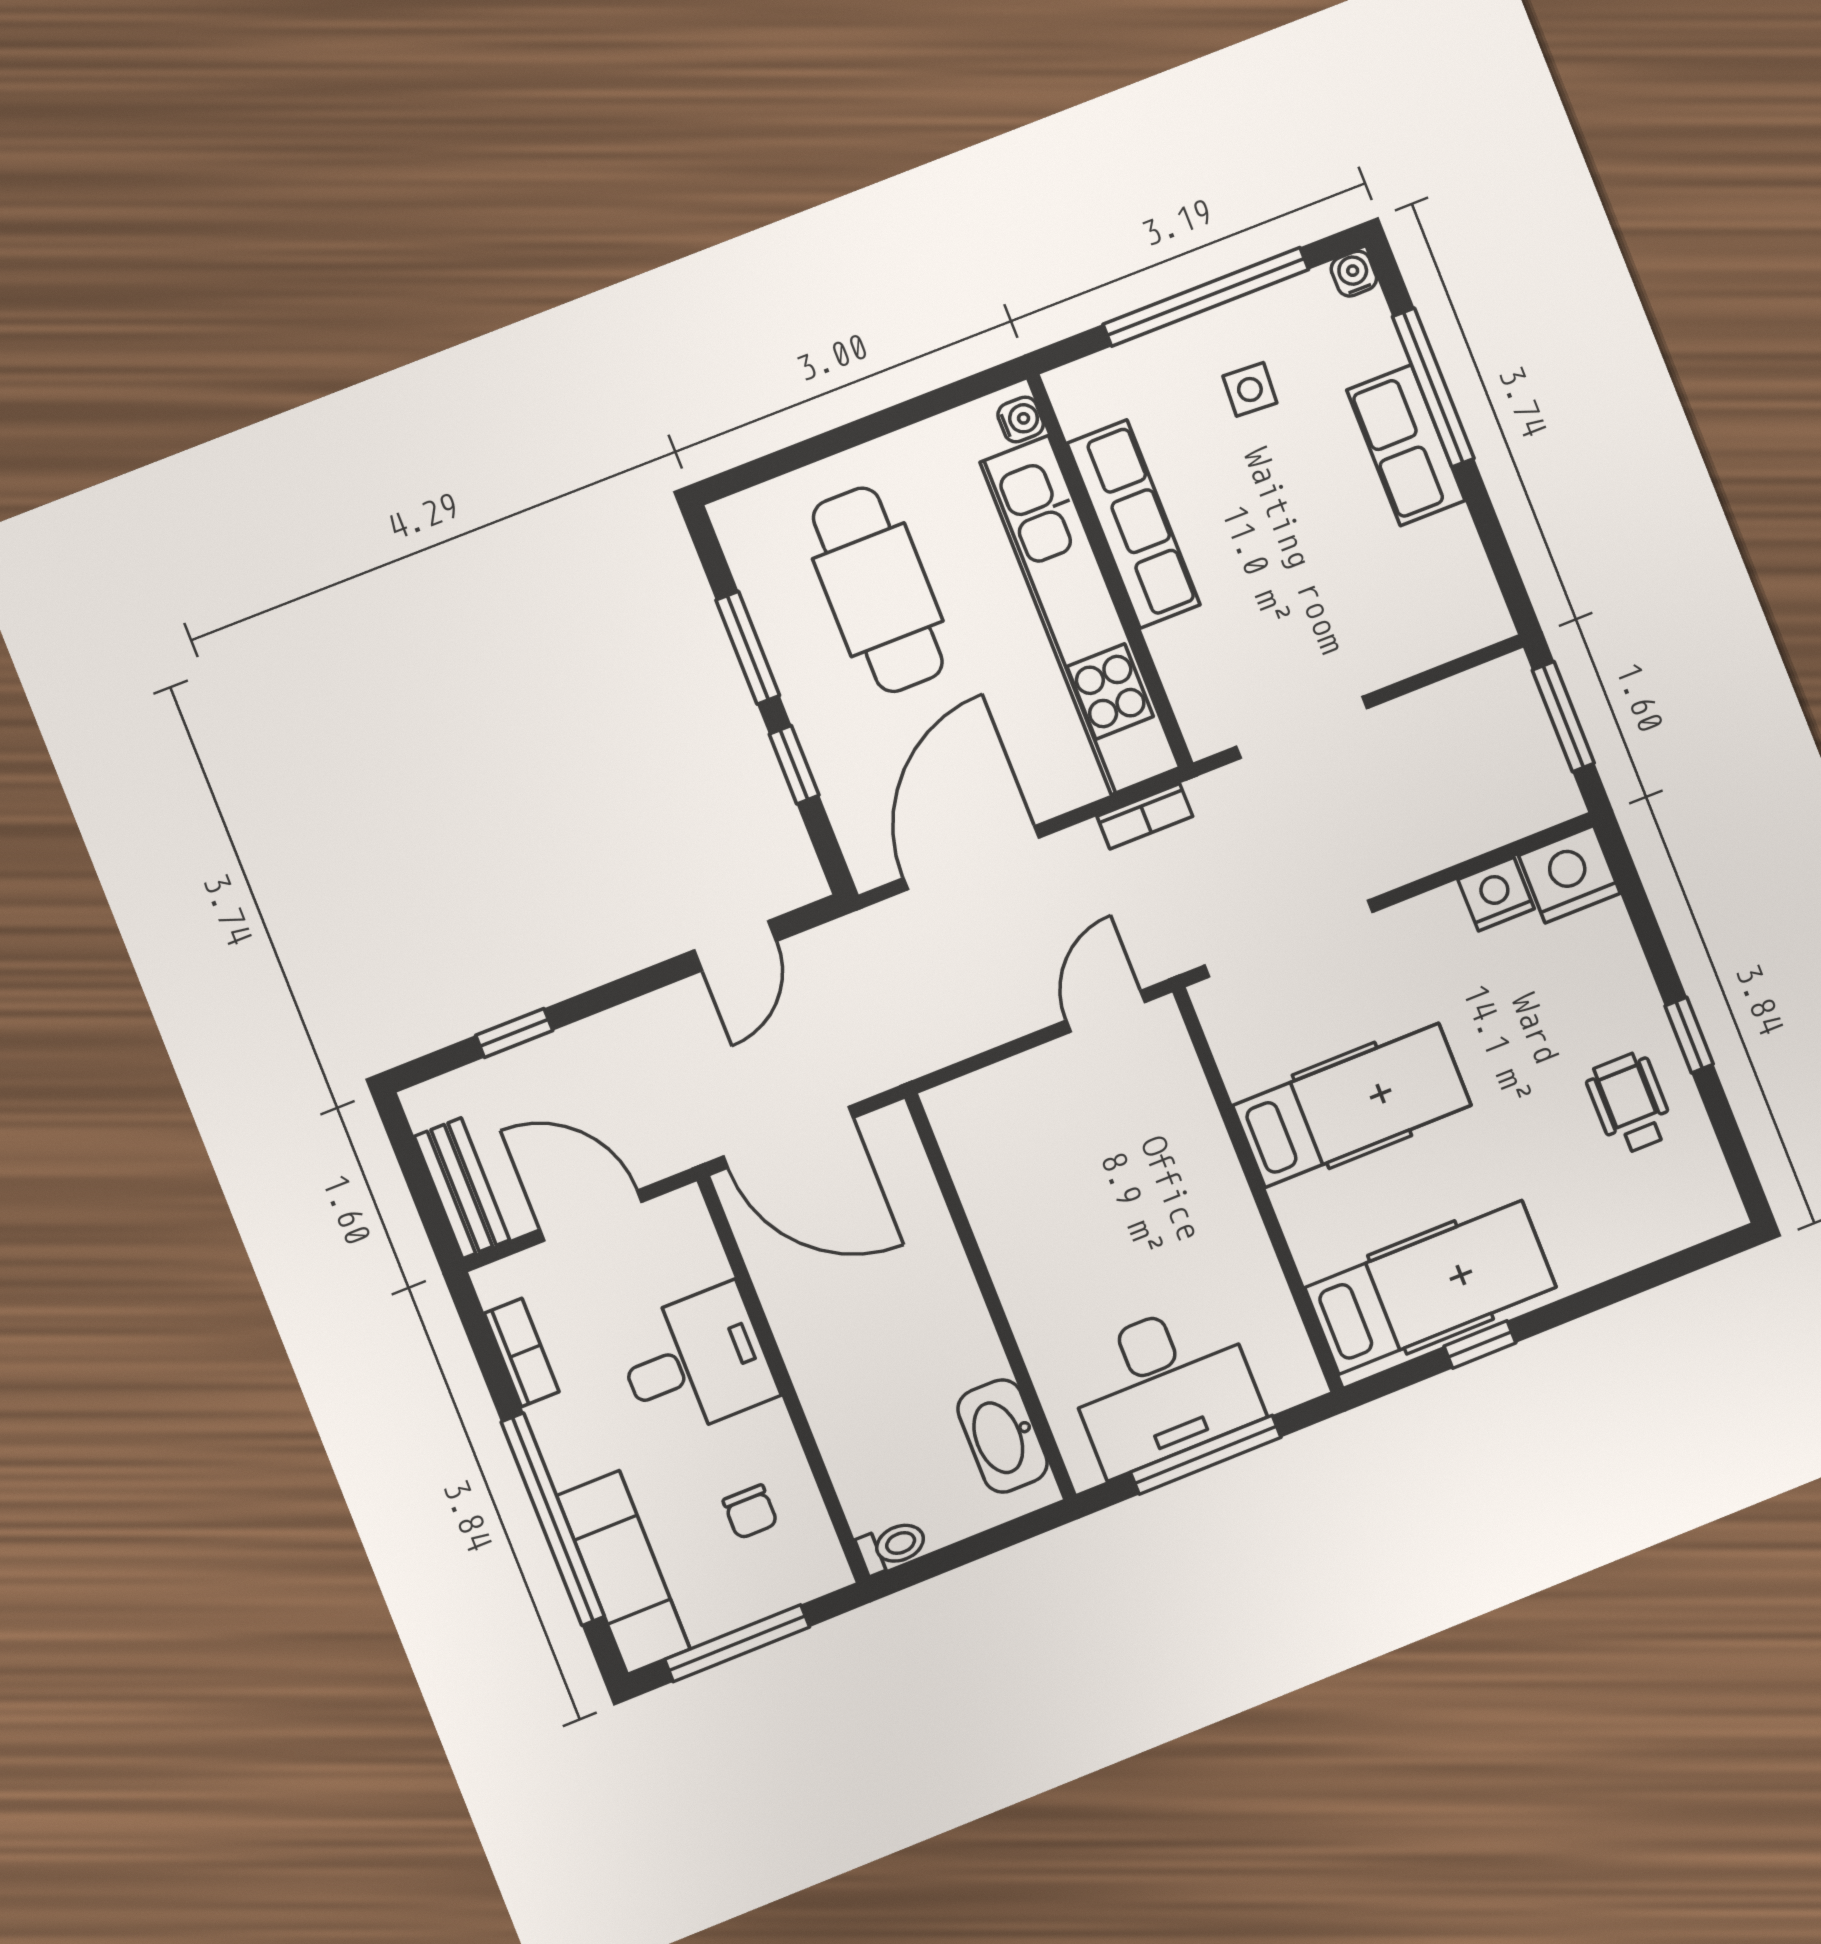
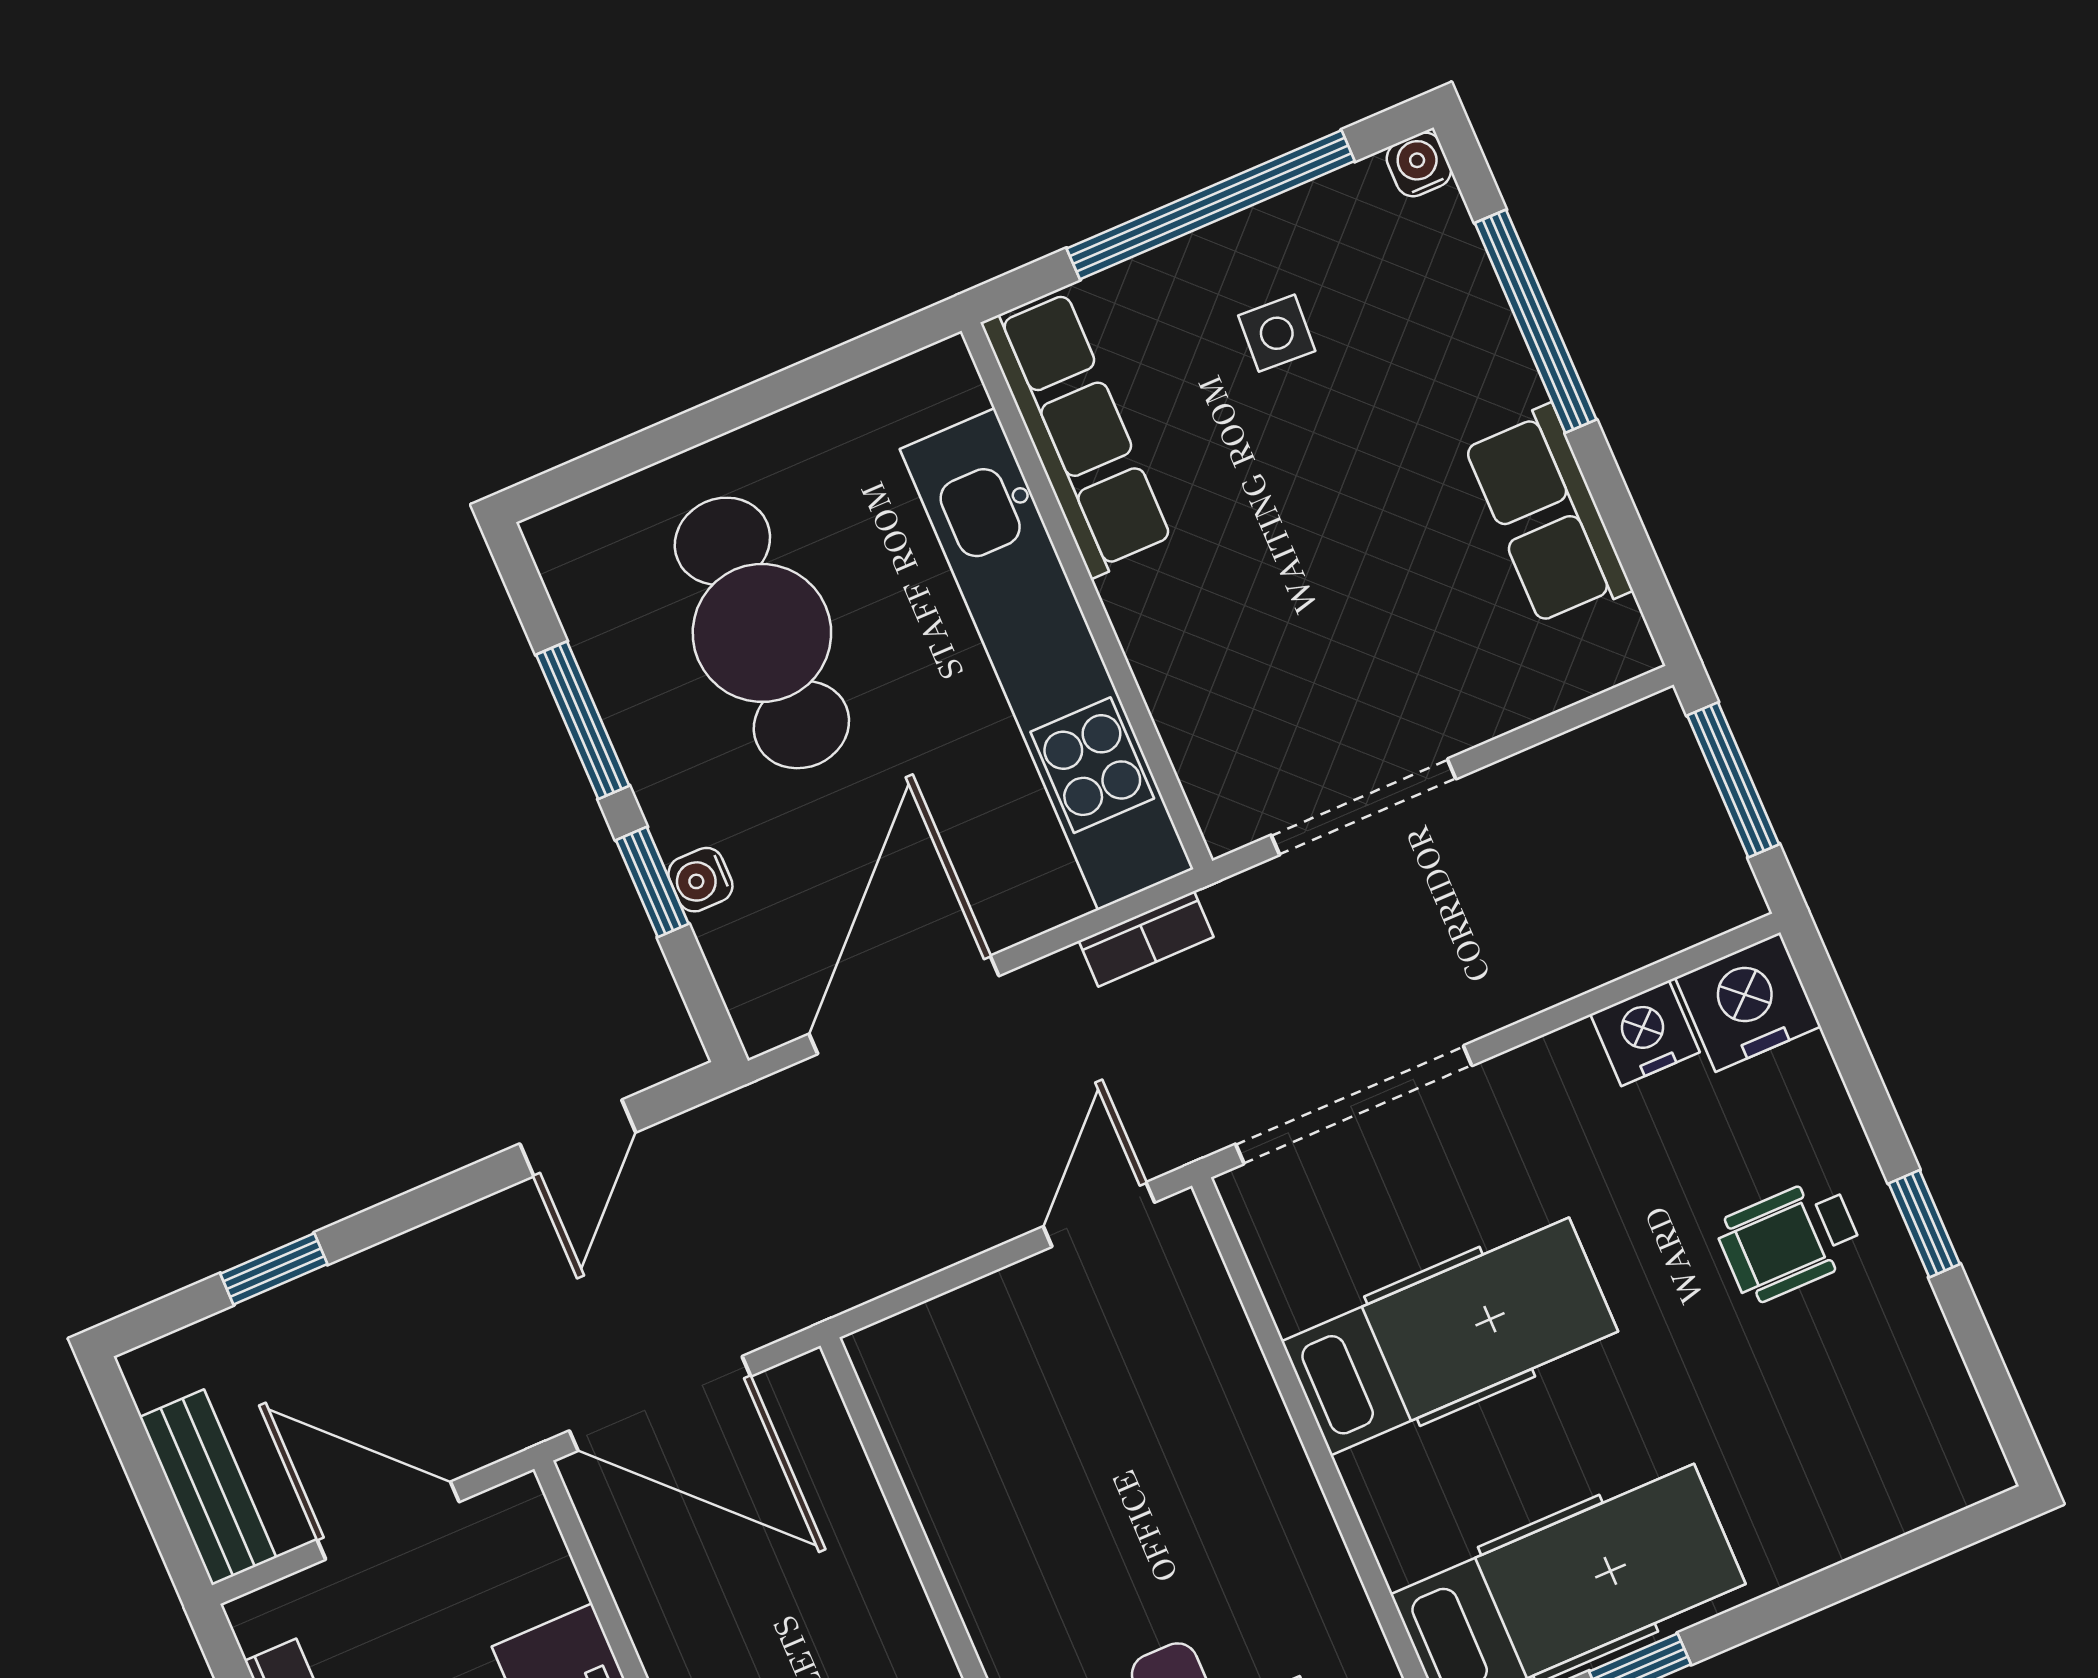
water cooler: (1021, 420) -> (700, 880), moved, turned 180
row of seats: (1406, 445) -> (1547, 516), moved
row of seats: (1133, 524) -> (1077, 433), moved
wheelchair: (1630, 1103) -> (1789, 1240), moved, turned -90

